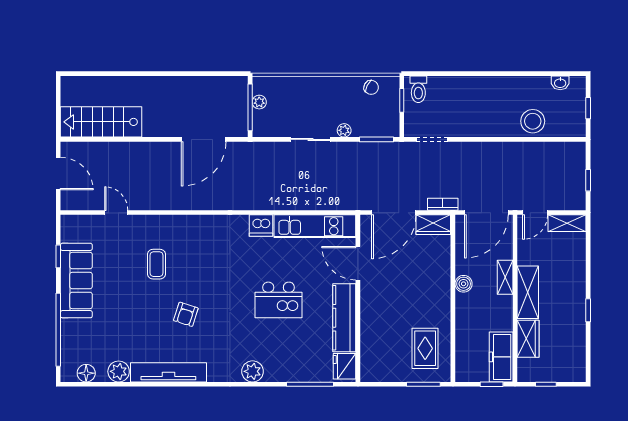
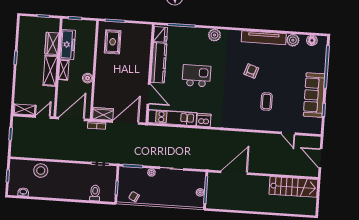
toilet: (418, 89) -> (95, 193), moved
shelving: (505, 277) -> (64, 70), moved
freezer: (501, 357) -> (68, 45), moved

